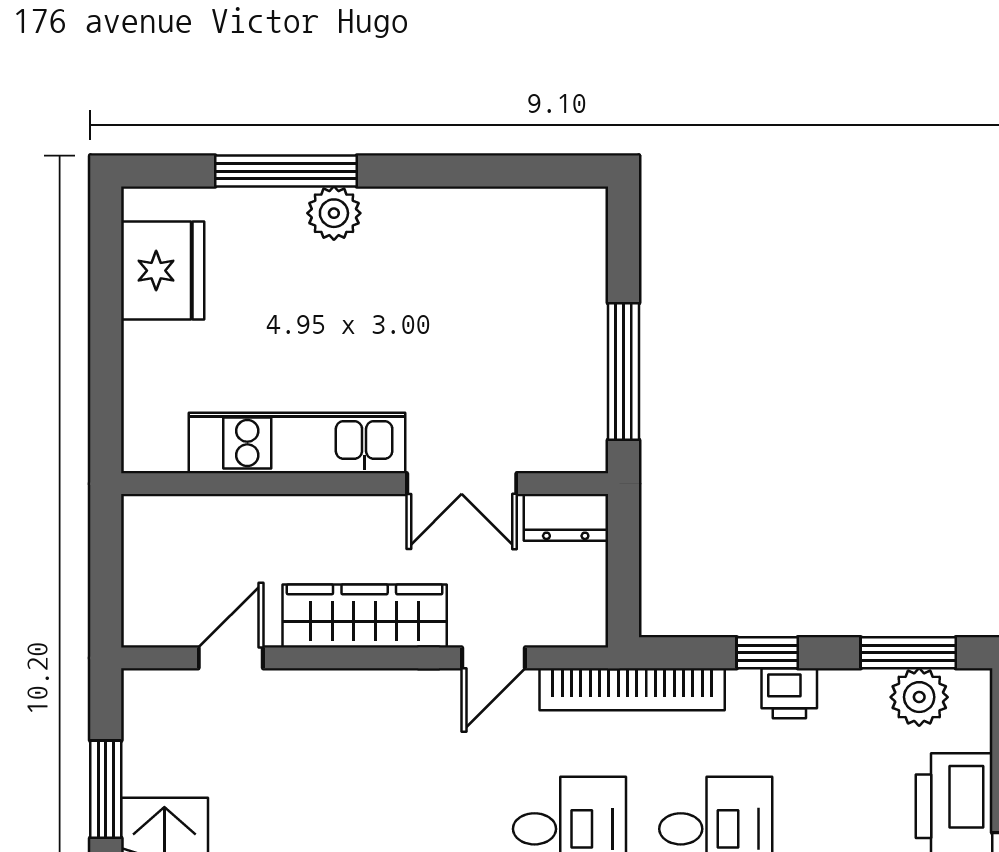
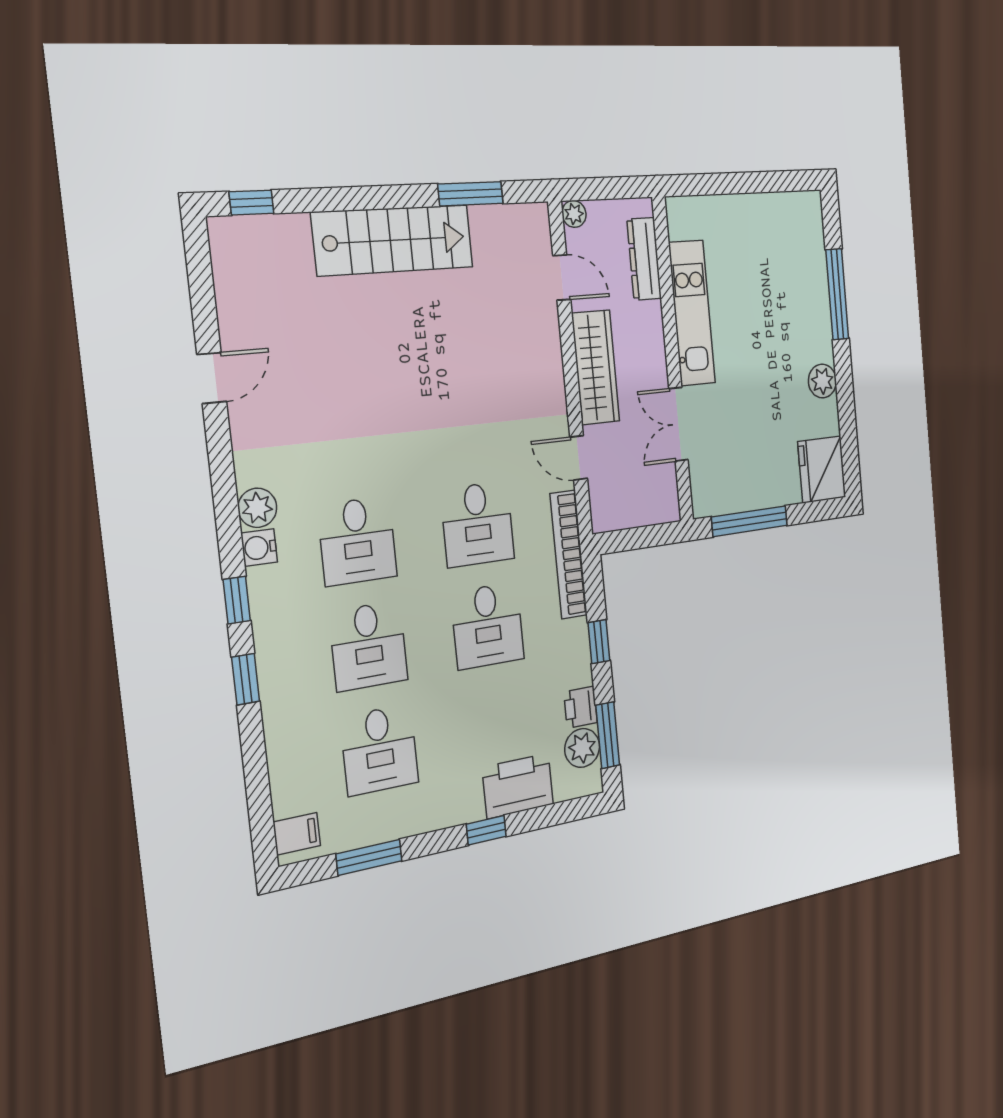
plant: (334, 213) -> (822, 381), moved
fridge: (163, 271) -> (822, 469), moved, turned 90
dresser: (566, 517) -> (644, 259), moved, width x1.44
plant: (141, 628) -> (574, 214), added
printer: (789, 693) -> (581, 707), moved

